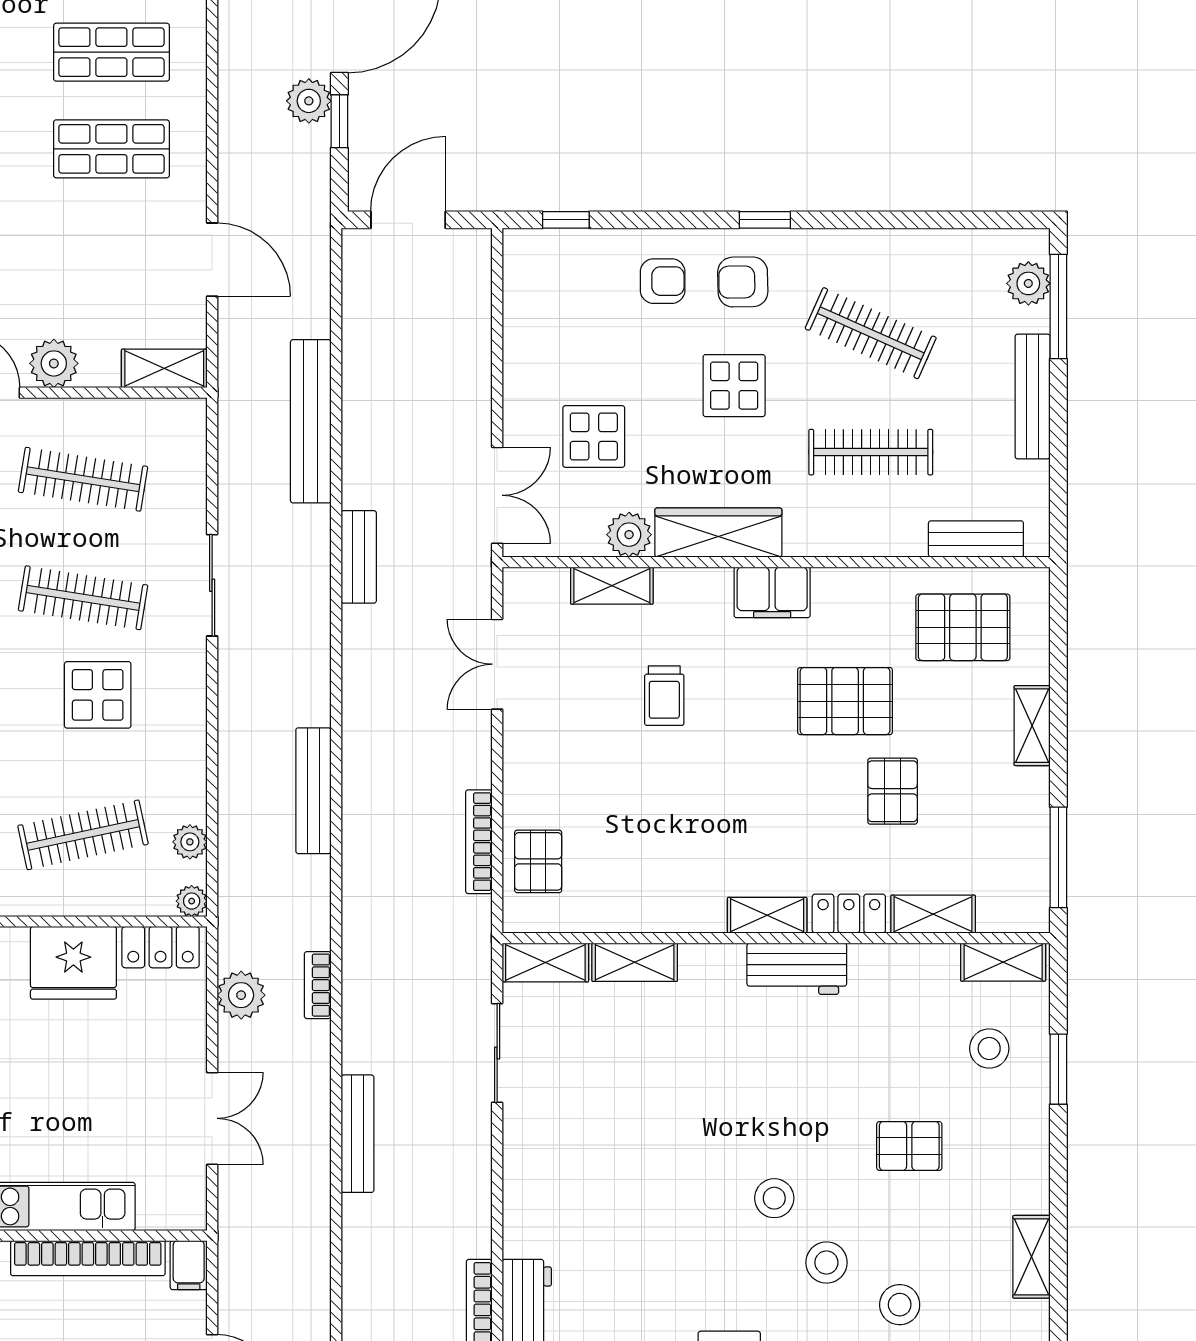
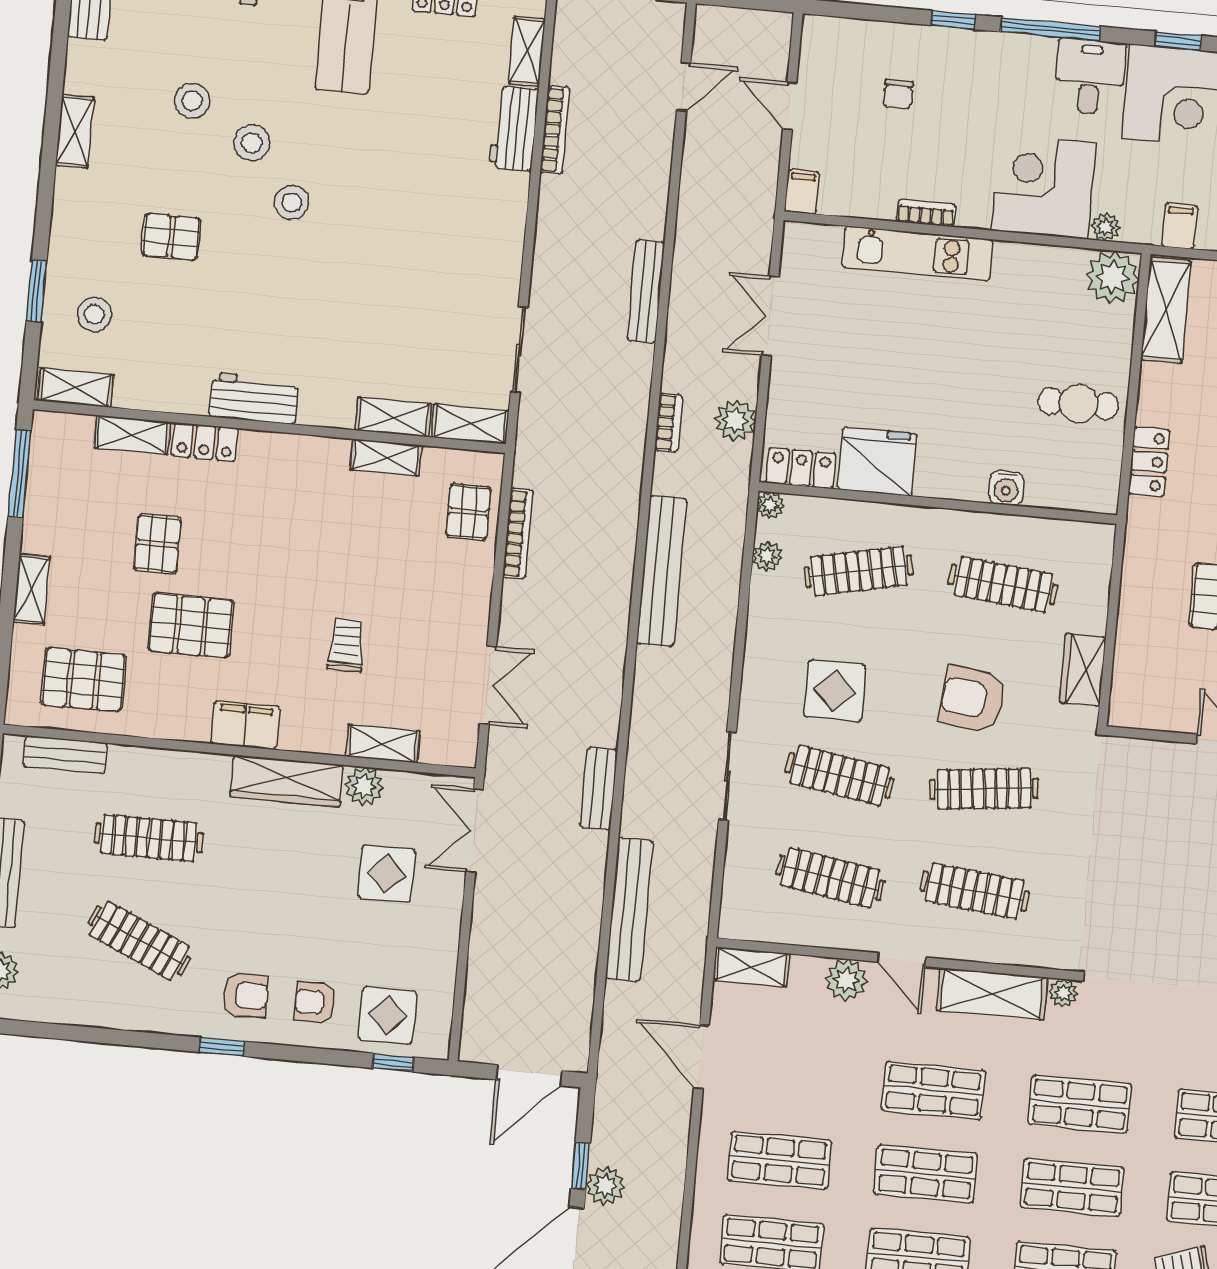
display table: (734, 386) -> (387, 1015), moved
bench: (313, 791) -> (662, 571), width x1.37, depth x1.21
shelving: (767, 915) -> (386, 457), moved
bookcase: (88, 1258) -> (926, 213), width x0.43, depth x0.76

